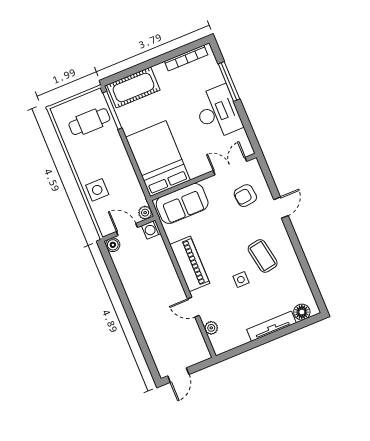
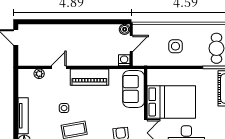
bed: (158, 159) -> (171, 102), moved
side table: (97, 190) -> (175, 46), moved
plant: (145, 213) -> (138, 61), removed

